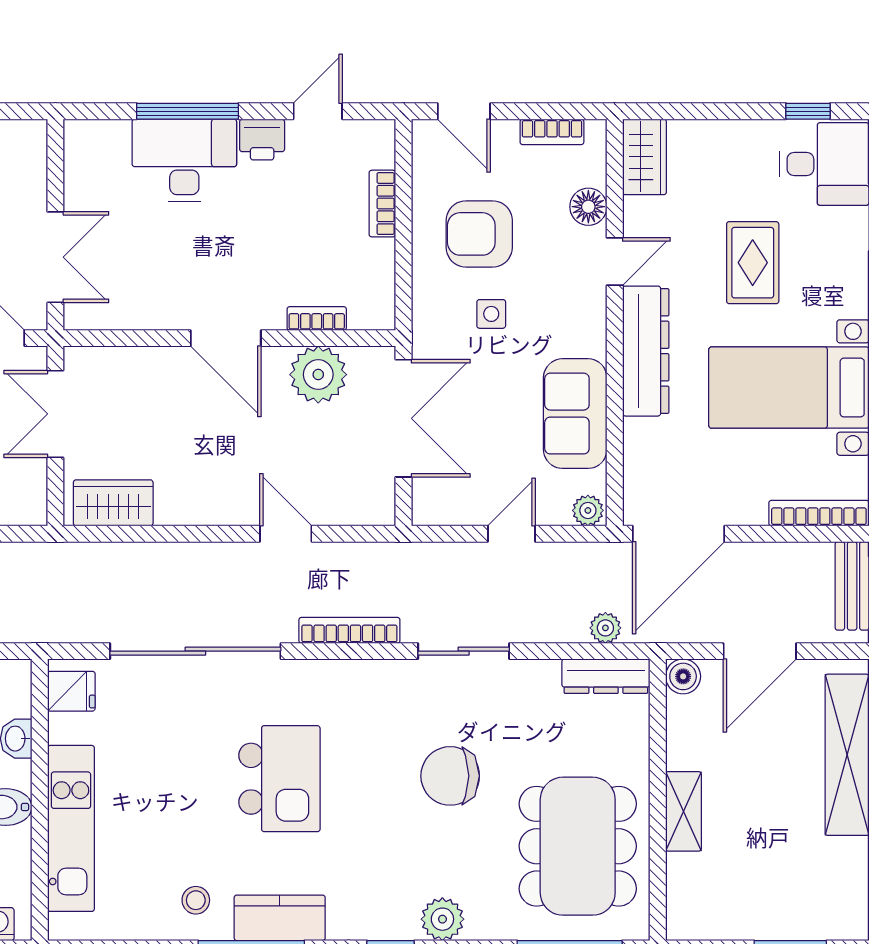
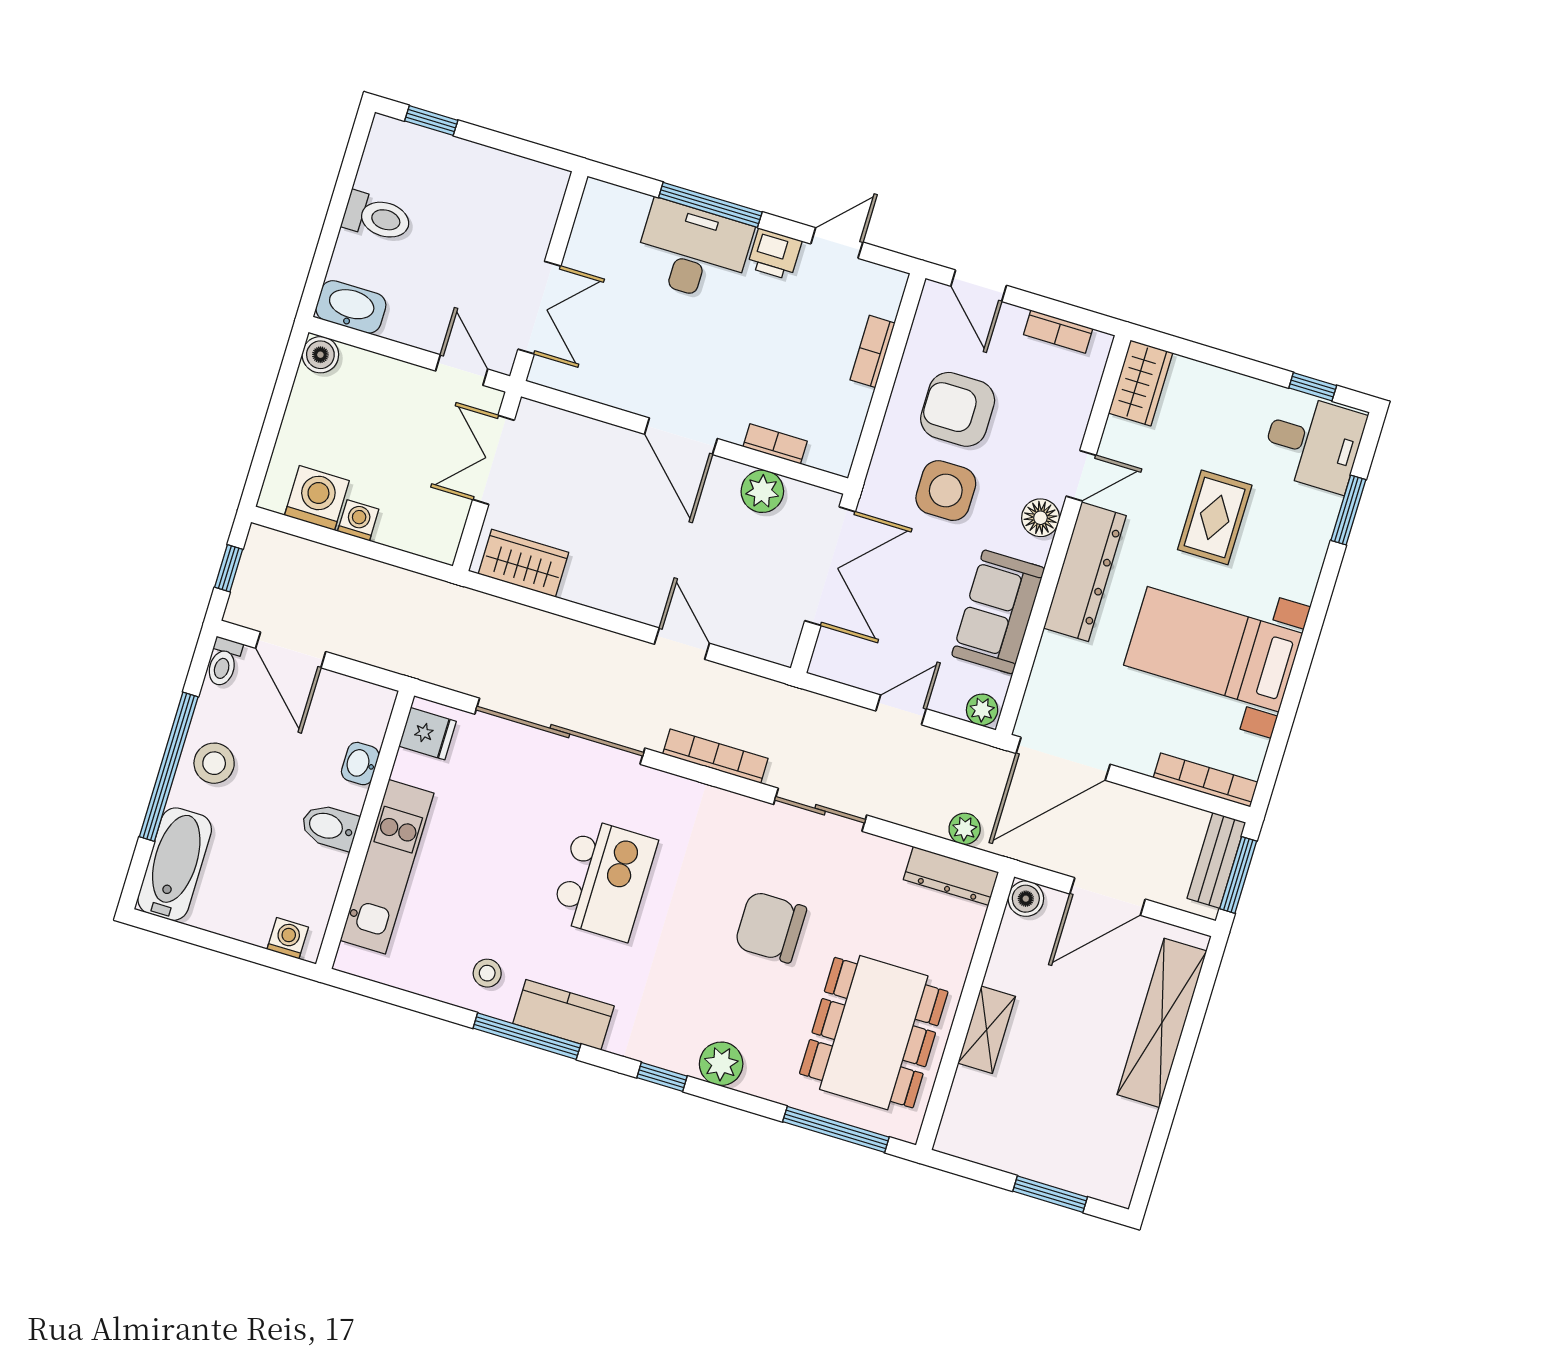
floor lamp: (588, 207) -> (1040, 518), moved
side table: (491, 314) -> (946, 491), width x1.87, depth x1.87
plant: (318, 375) -> (762, 491), width x0.73, depth x0.73

